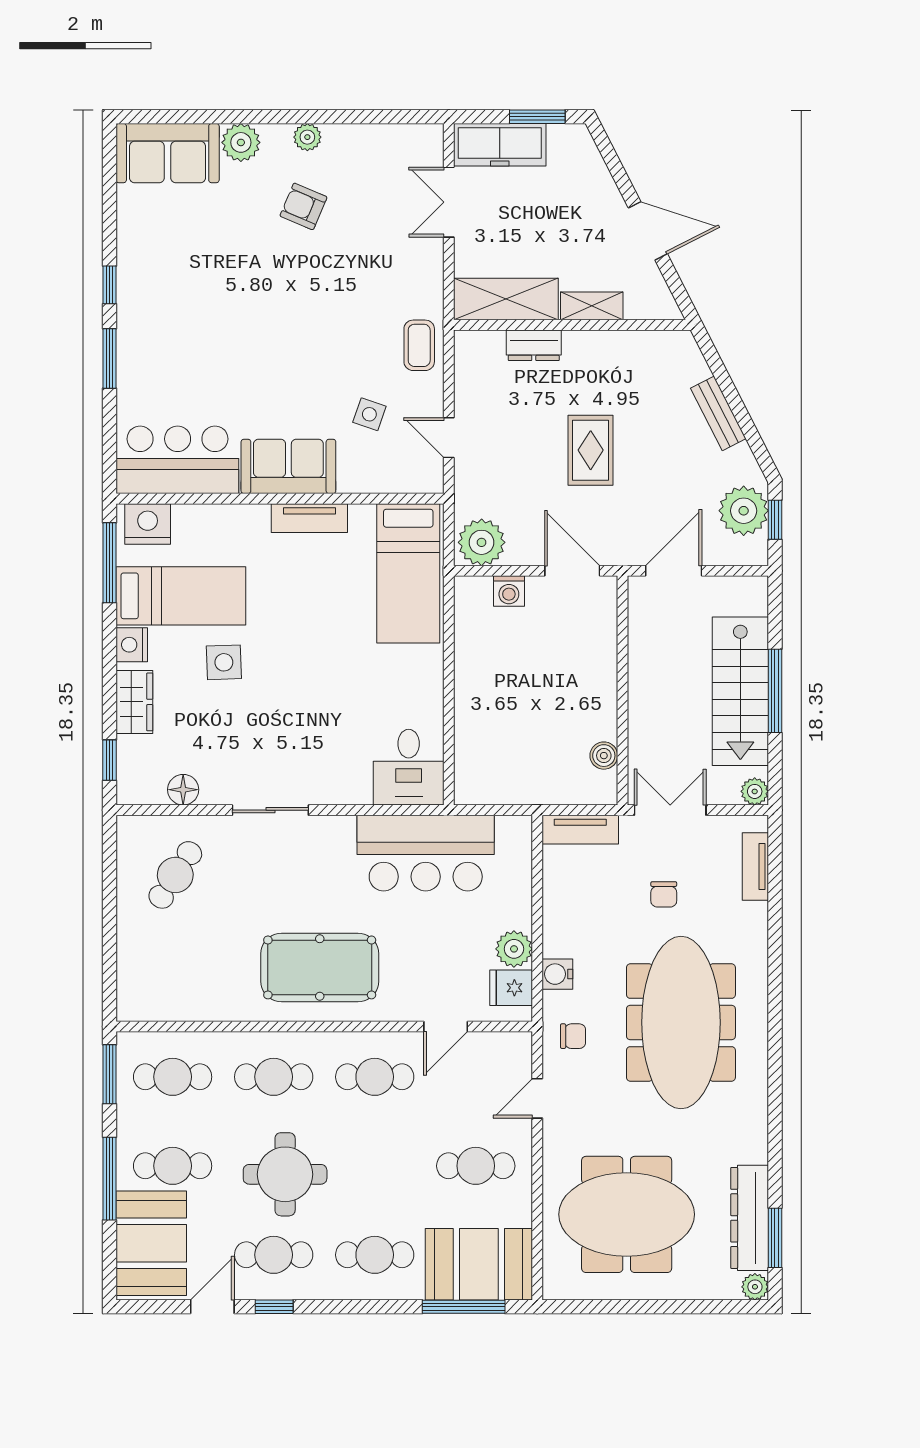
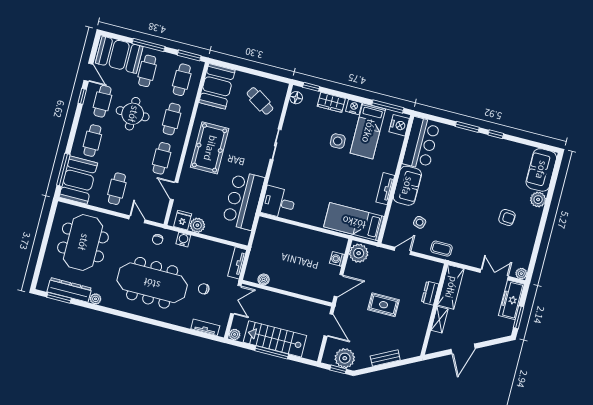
plant: (307, 137) -> (521, 274), moved
armchair: (303, 206) -> (507, 217), turned 71
floor lamp: (183, 790) -> (296, 98), moved
booth: (167, 988) -> (217, 86), added
plant: (755, 1287) -> (96, 299), moved

